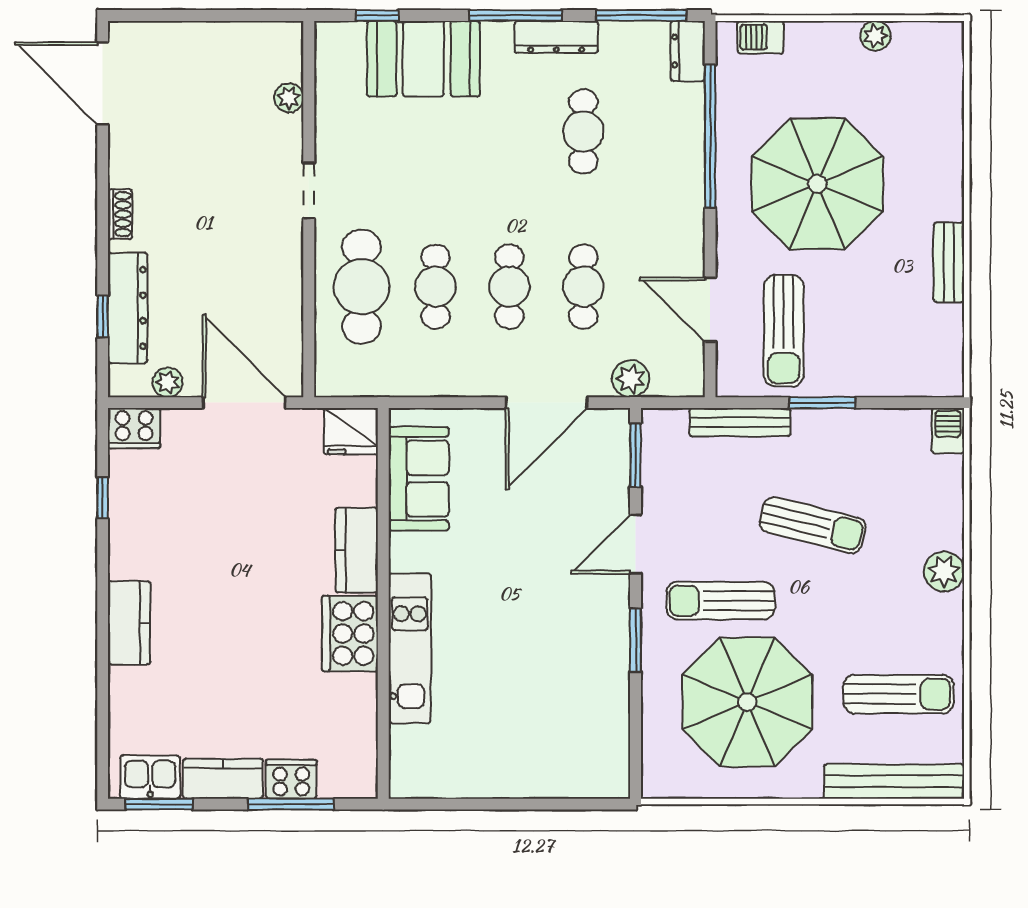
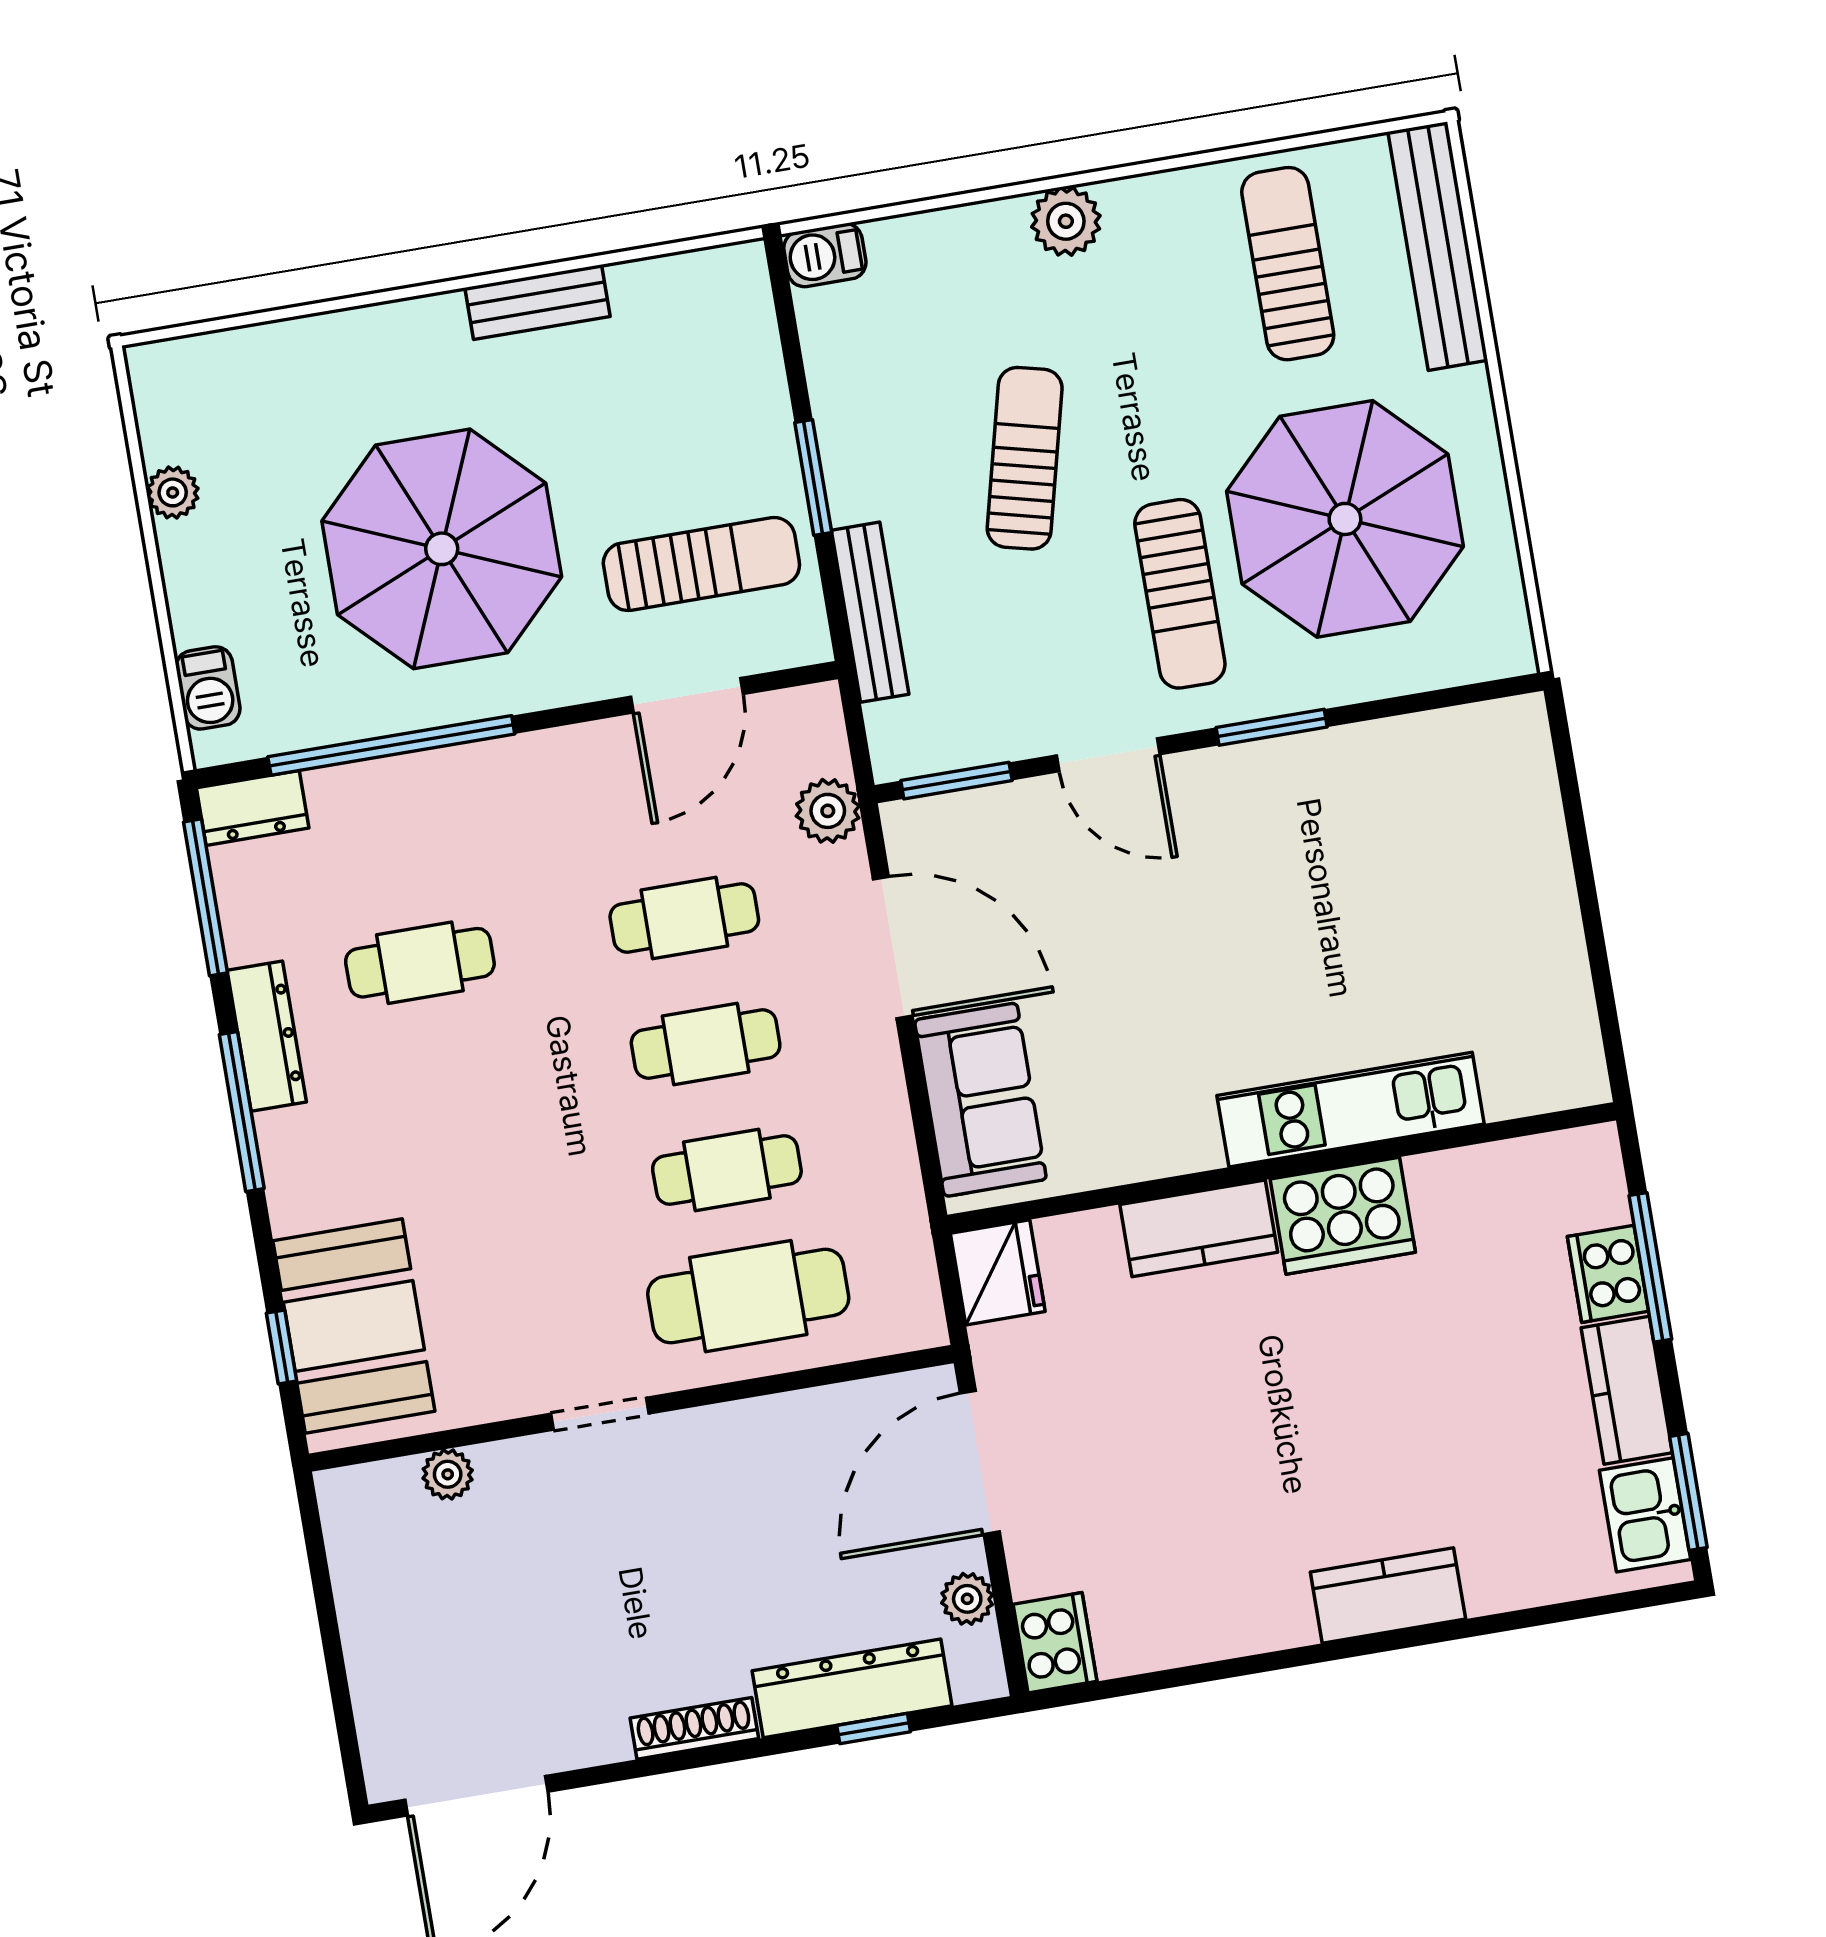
booth: (423, 59) -> (354, 1326), moved
shoe rack: (120, 214) -> (694, 1728), width x1.43
sofa: (419, 479) -> (980, 1100), moved, turned 90
window: (103, 498) -> (1183, 1676), removed

